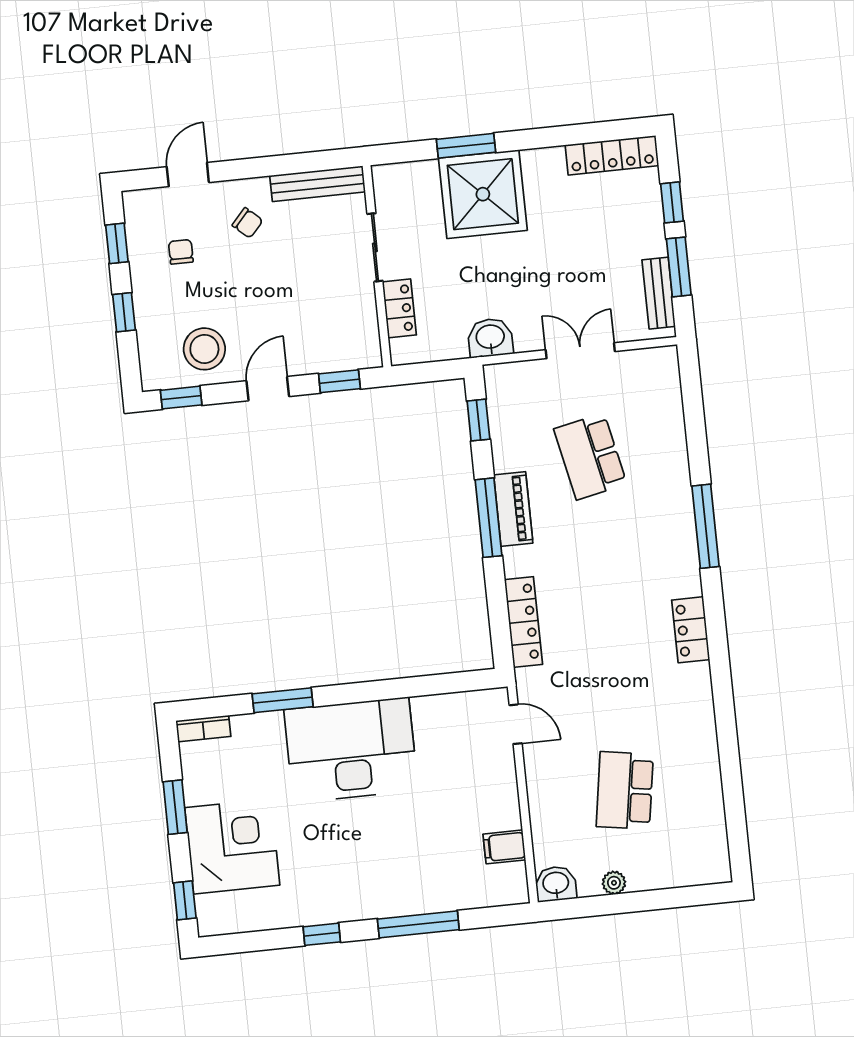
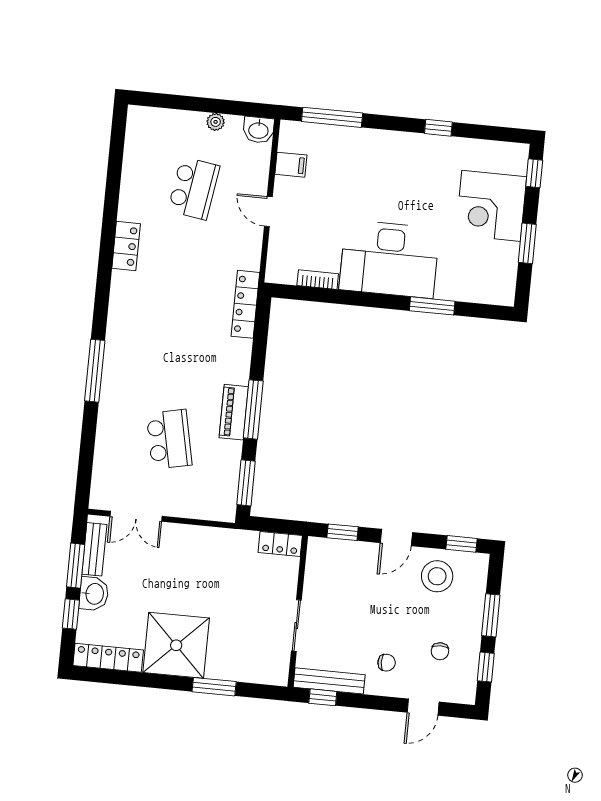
window: (321, 161) -> (323, 697), added
shower: (483, 194) -> (176, 645), moved
chair: (247, 223) -> (387, 663), turned 138
locker: (399, 308) -> (280, 544), moved, turned -90
window: (124, 312) -> (491, 615), width x1.50
washbasin: (490, 338) -> (94, 594), moved, turned -90
double door: (580, 351) -> (136, 516), moved
window: (478, 420) -> (246, 483), width x1.50
locker: (523, 622) -> (245, 304), moved
locker: (691, 630) -> (126, 246), moved
door: (516, 724) -> (268, 212), moved
bookcase: (203, 729) -> (318, 280), moved
window: (418, 924) -> (332, 117), moved

